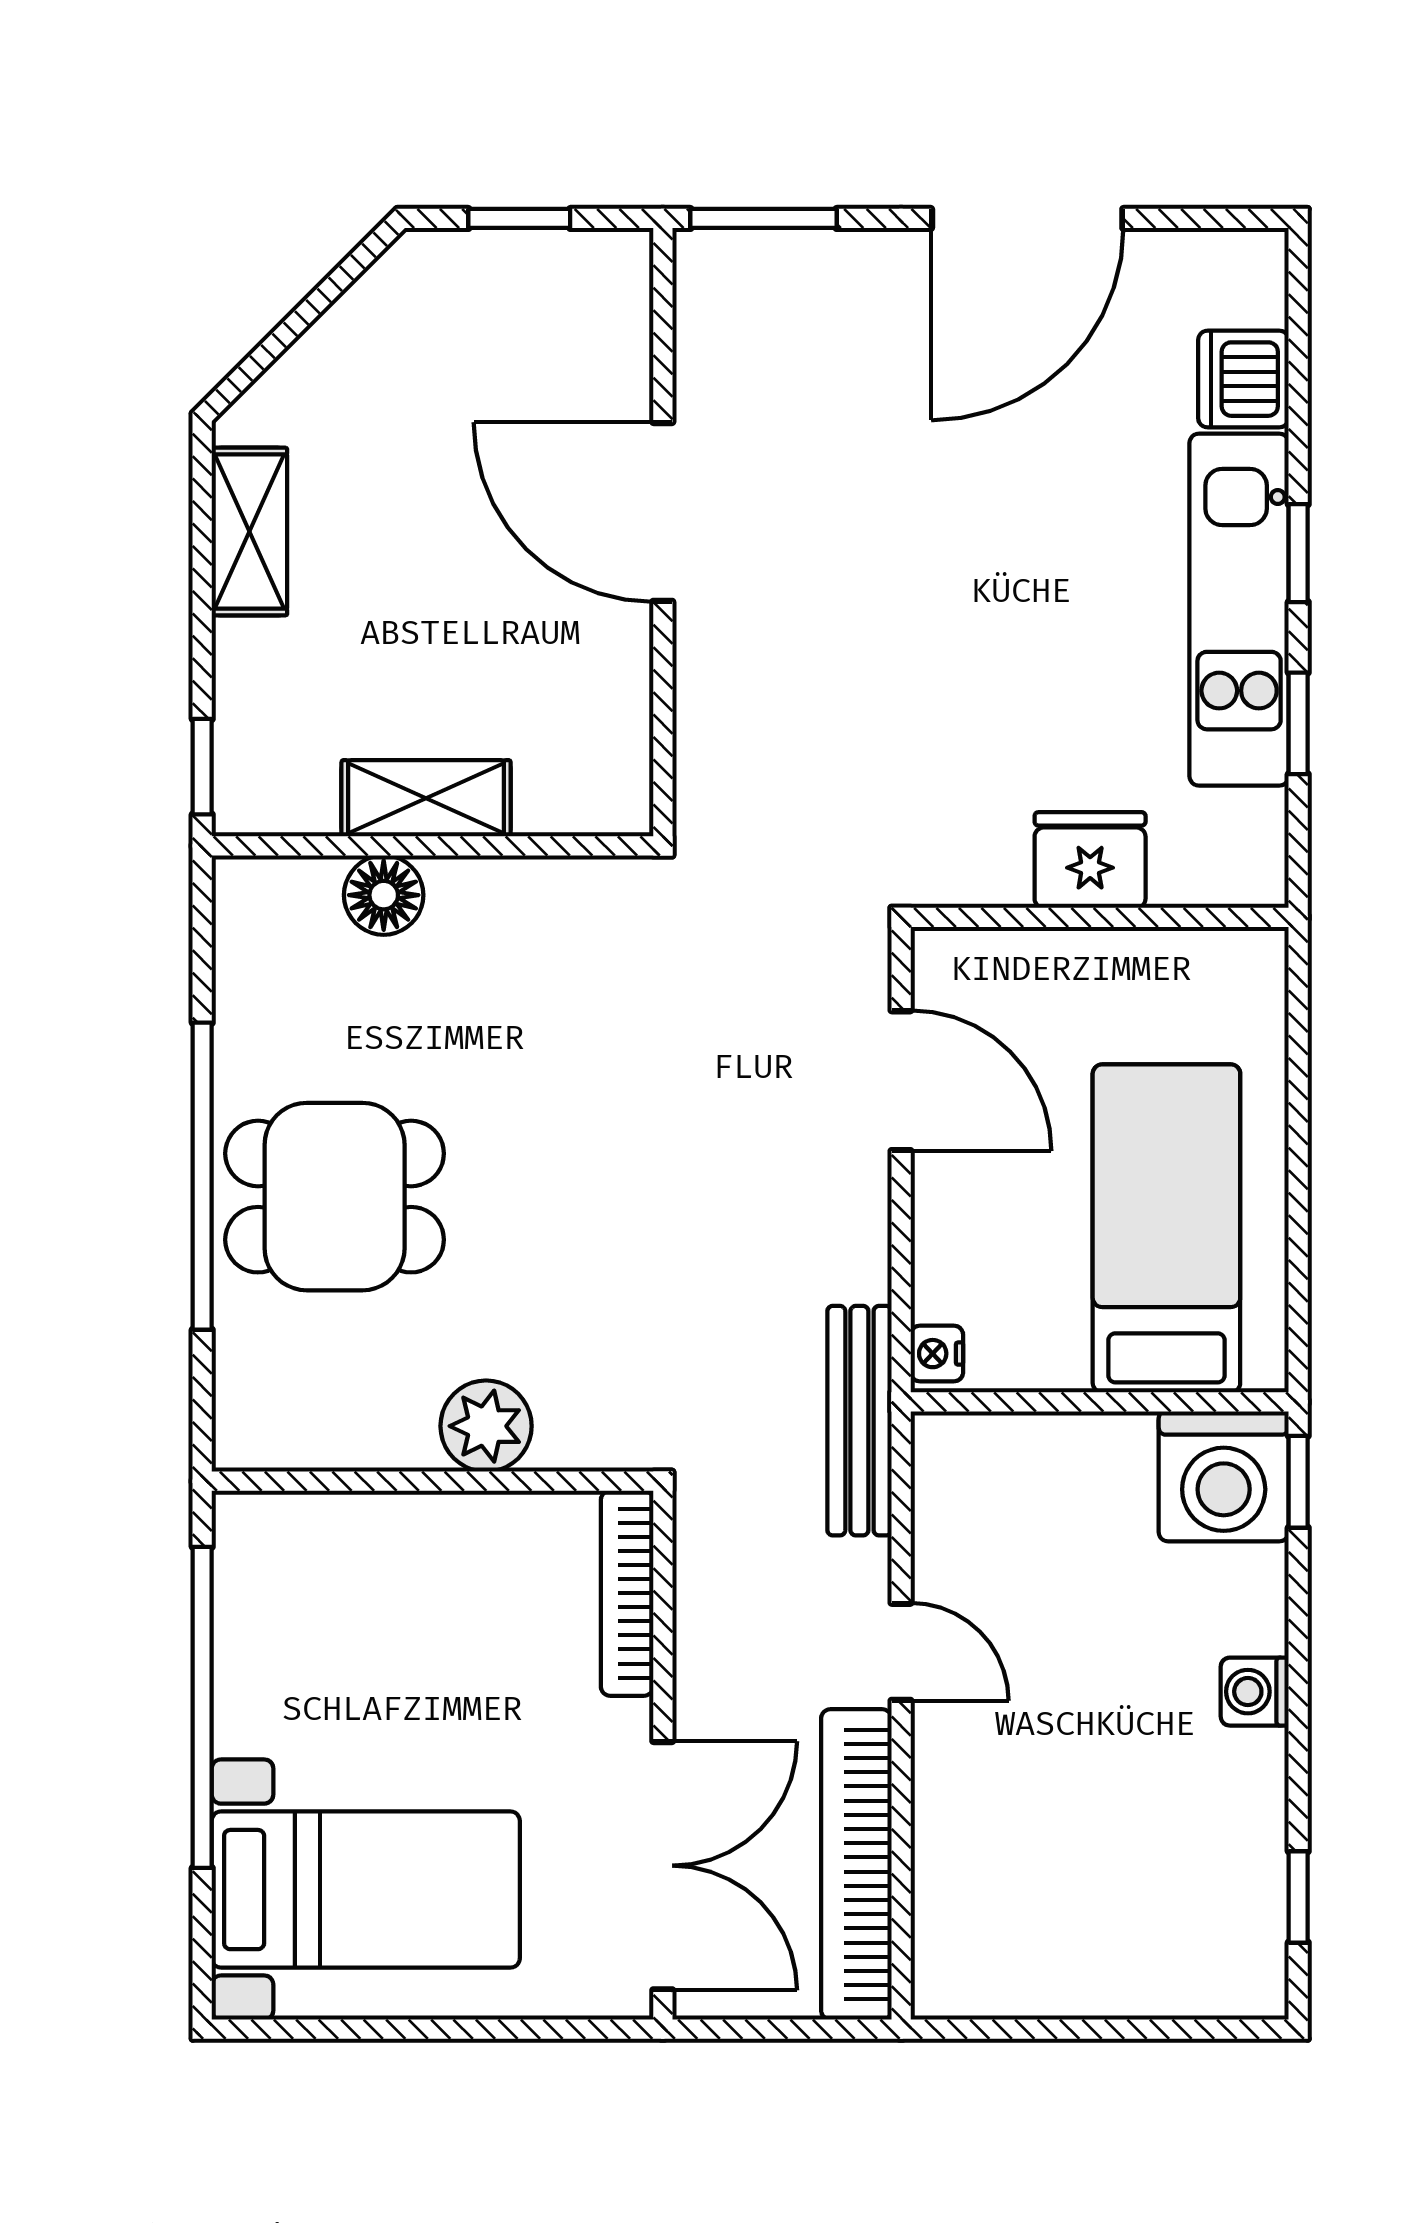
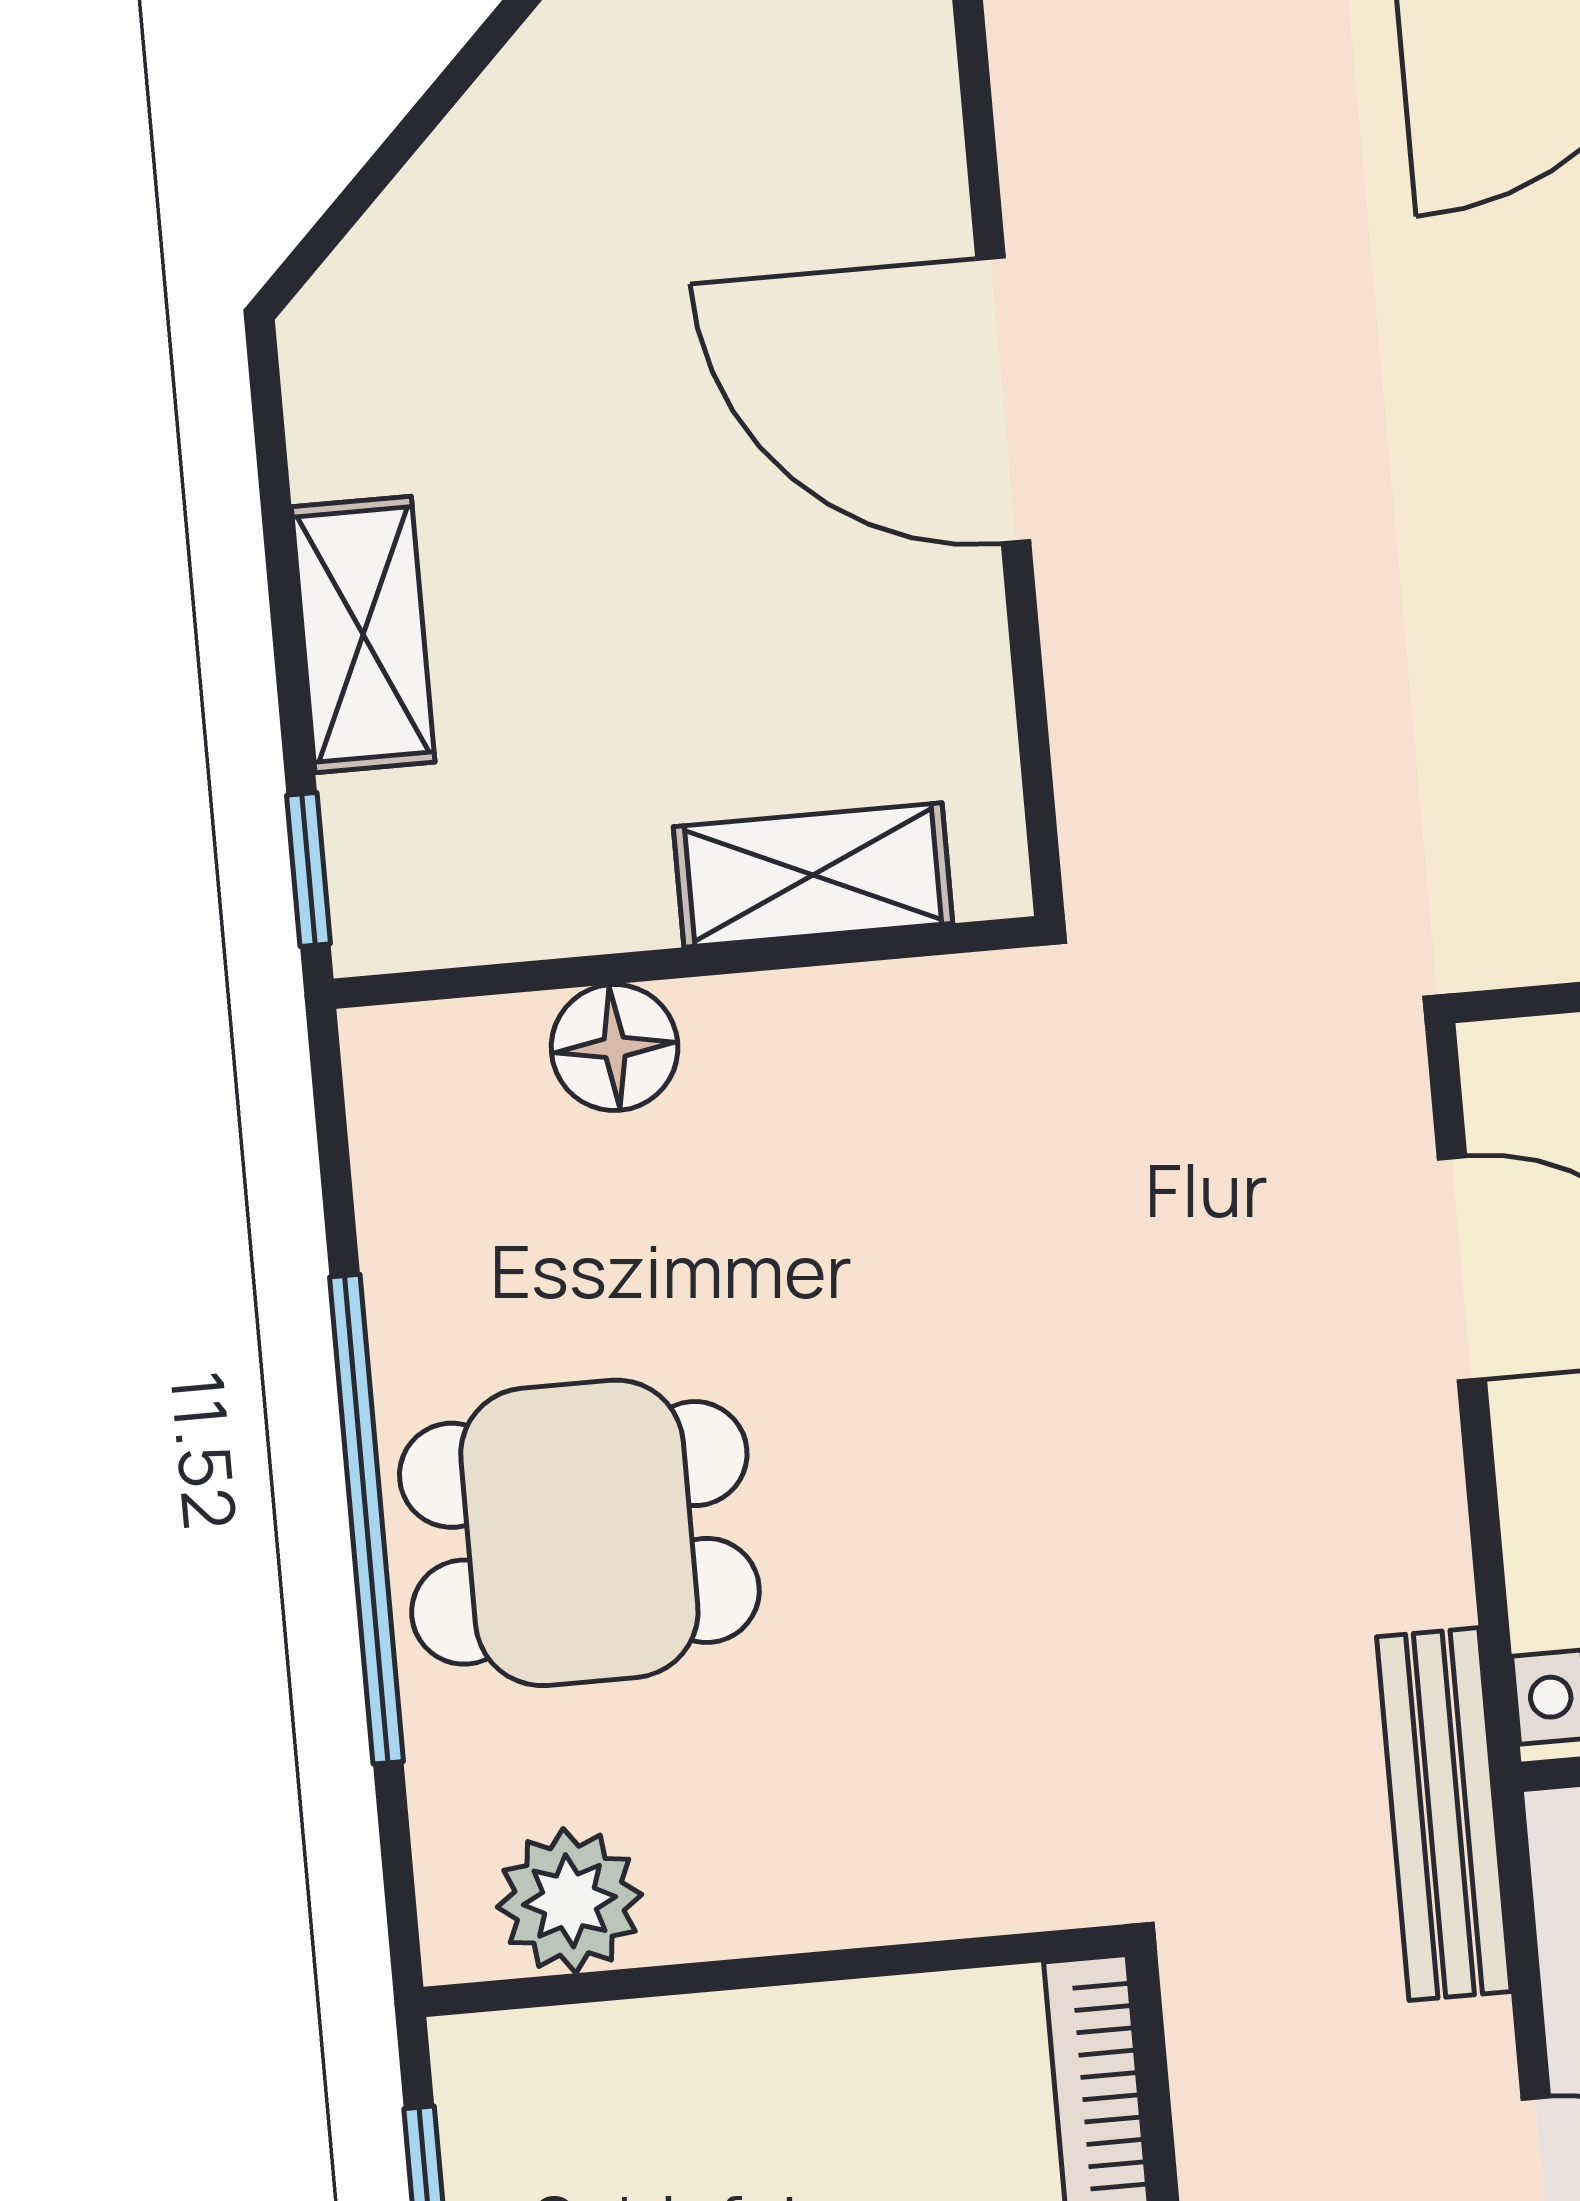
shelving: (249, 532) -> (363, 634), moved
shelving: (426, 798) -> (813, 875), moved
plant: (486, 1426) -> (569, 1901), moved

